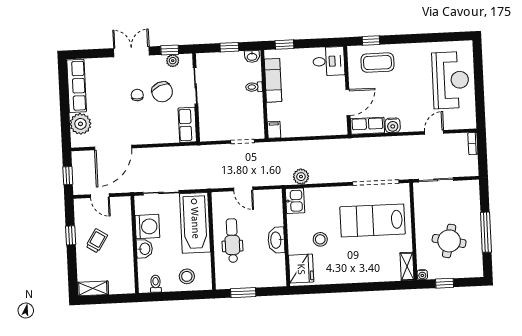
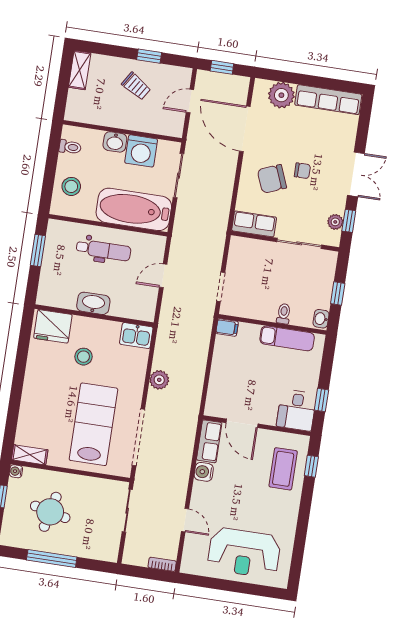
window: (284, 45) -> (321, 400), moved
chair: (162, 92) -> (272, 179), moved
plant: (301, 177) -> (159, 380), moved

